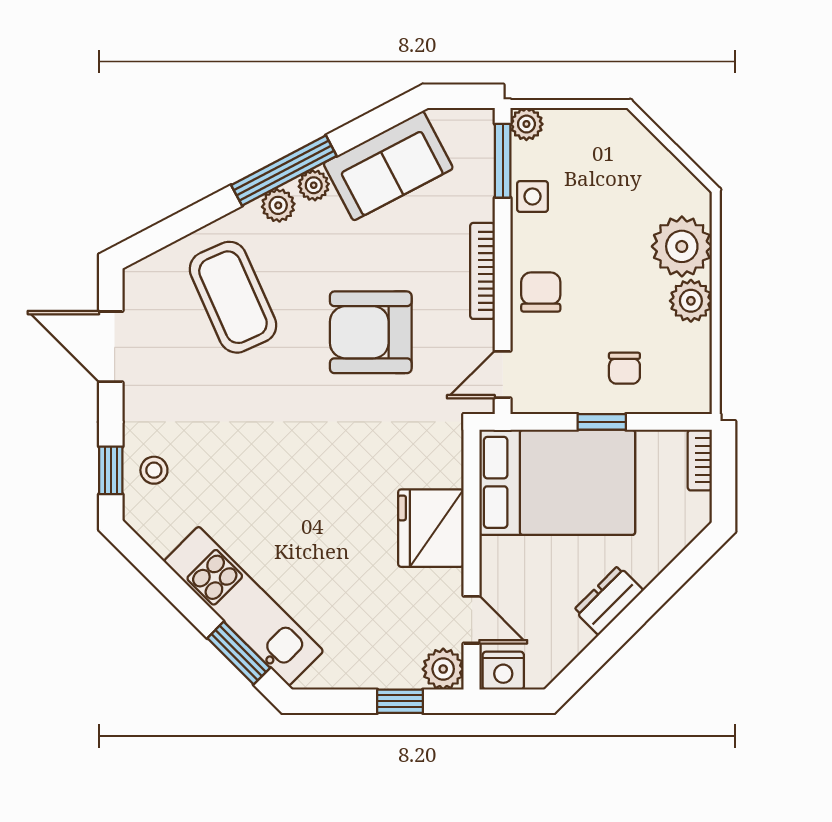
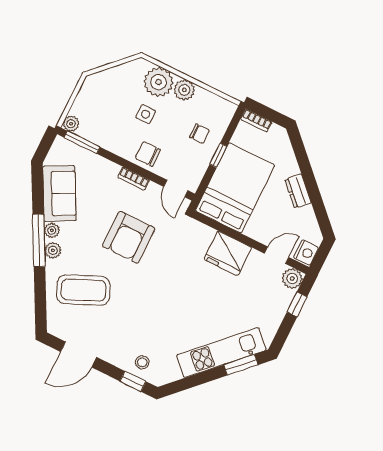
side table: (532, 196) -> (146, 114), moved
bookcase: (482, 271) -> (134, 179), width x0.64

